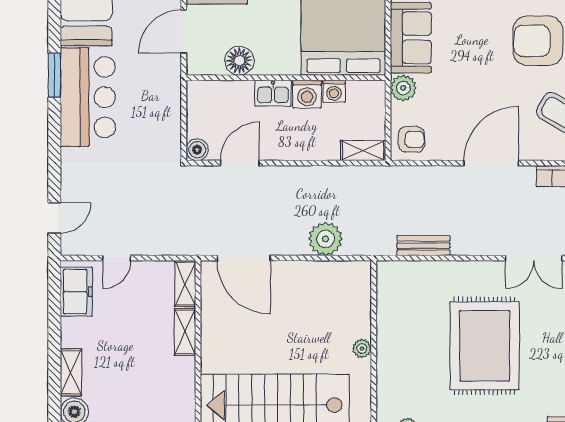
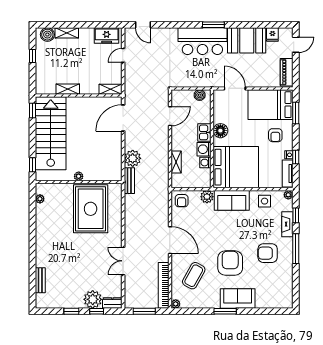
floor lamp: (239, 61) -> (220, 131), moved
boiler: (197, 150) -> (200, 95), moved
shelving: (363, 151) -> (176, 162), moved
door: (240, 163) -> (170, 116), hinge flipped
bench: (423, 246) -> (129, 181), moved
door: (117, 258) -> (123, 55), hinge flipped
shelving: (185, 332) -> (68, 89), moved
rug: (485, 346) -> (91, 209), moved, turned 90

